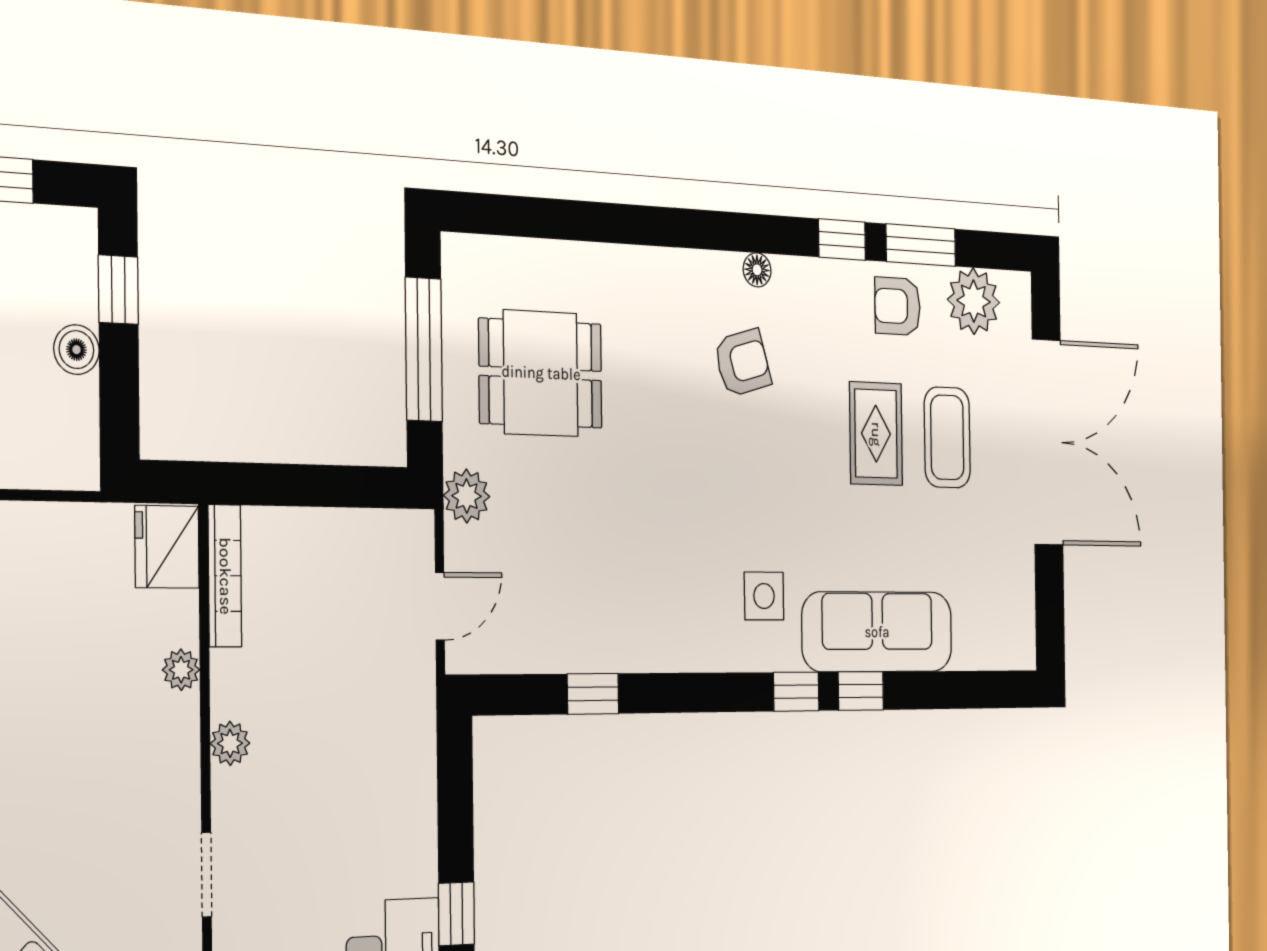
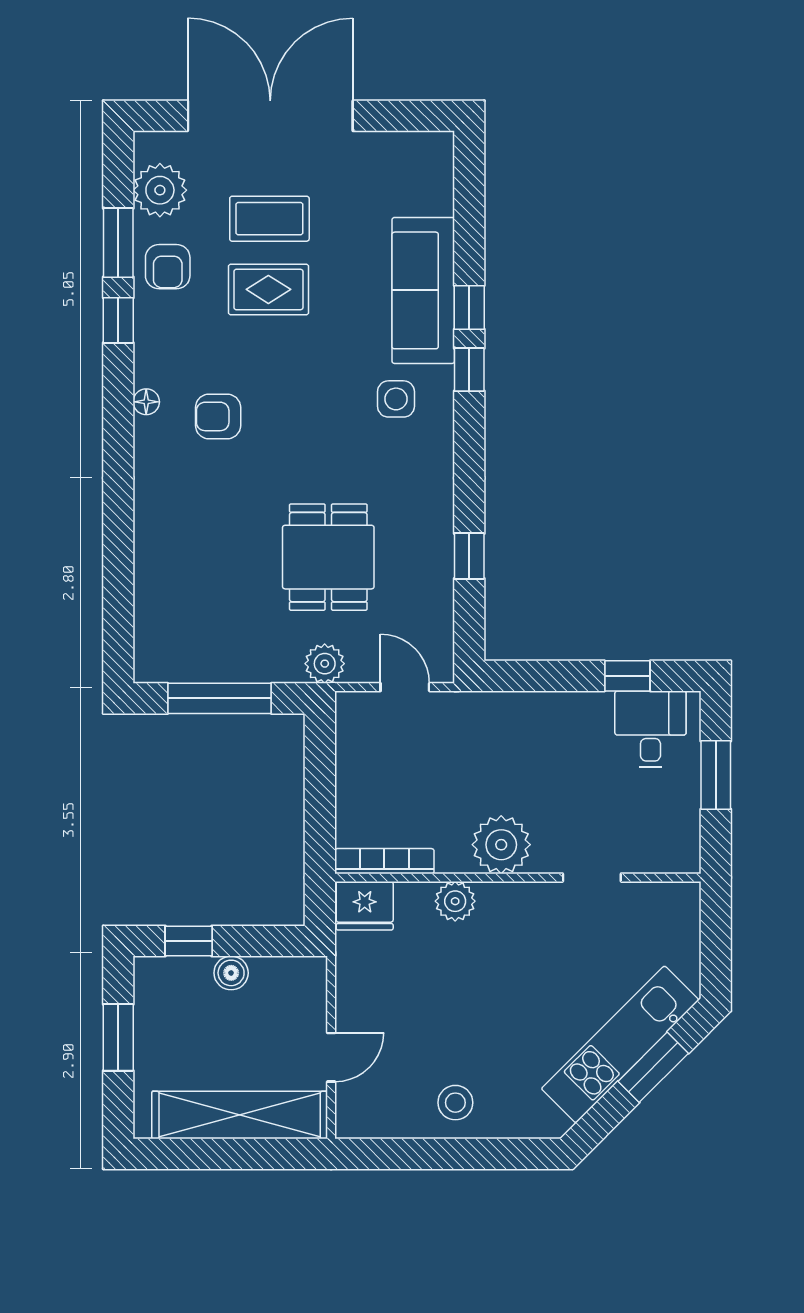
armchair: (743, 363) -> (218, 416), turned -74
dining table: (541, 373) -> (328, 557), moved
plant: (181, 670) -> (455, 901), width x1.38, depth x1.38
plant: (230, 743) -> (501, 845), width x1.87, depth x1.87

